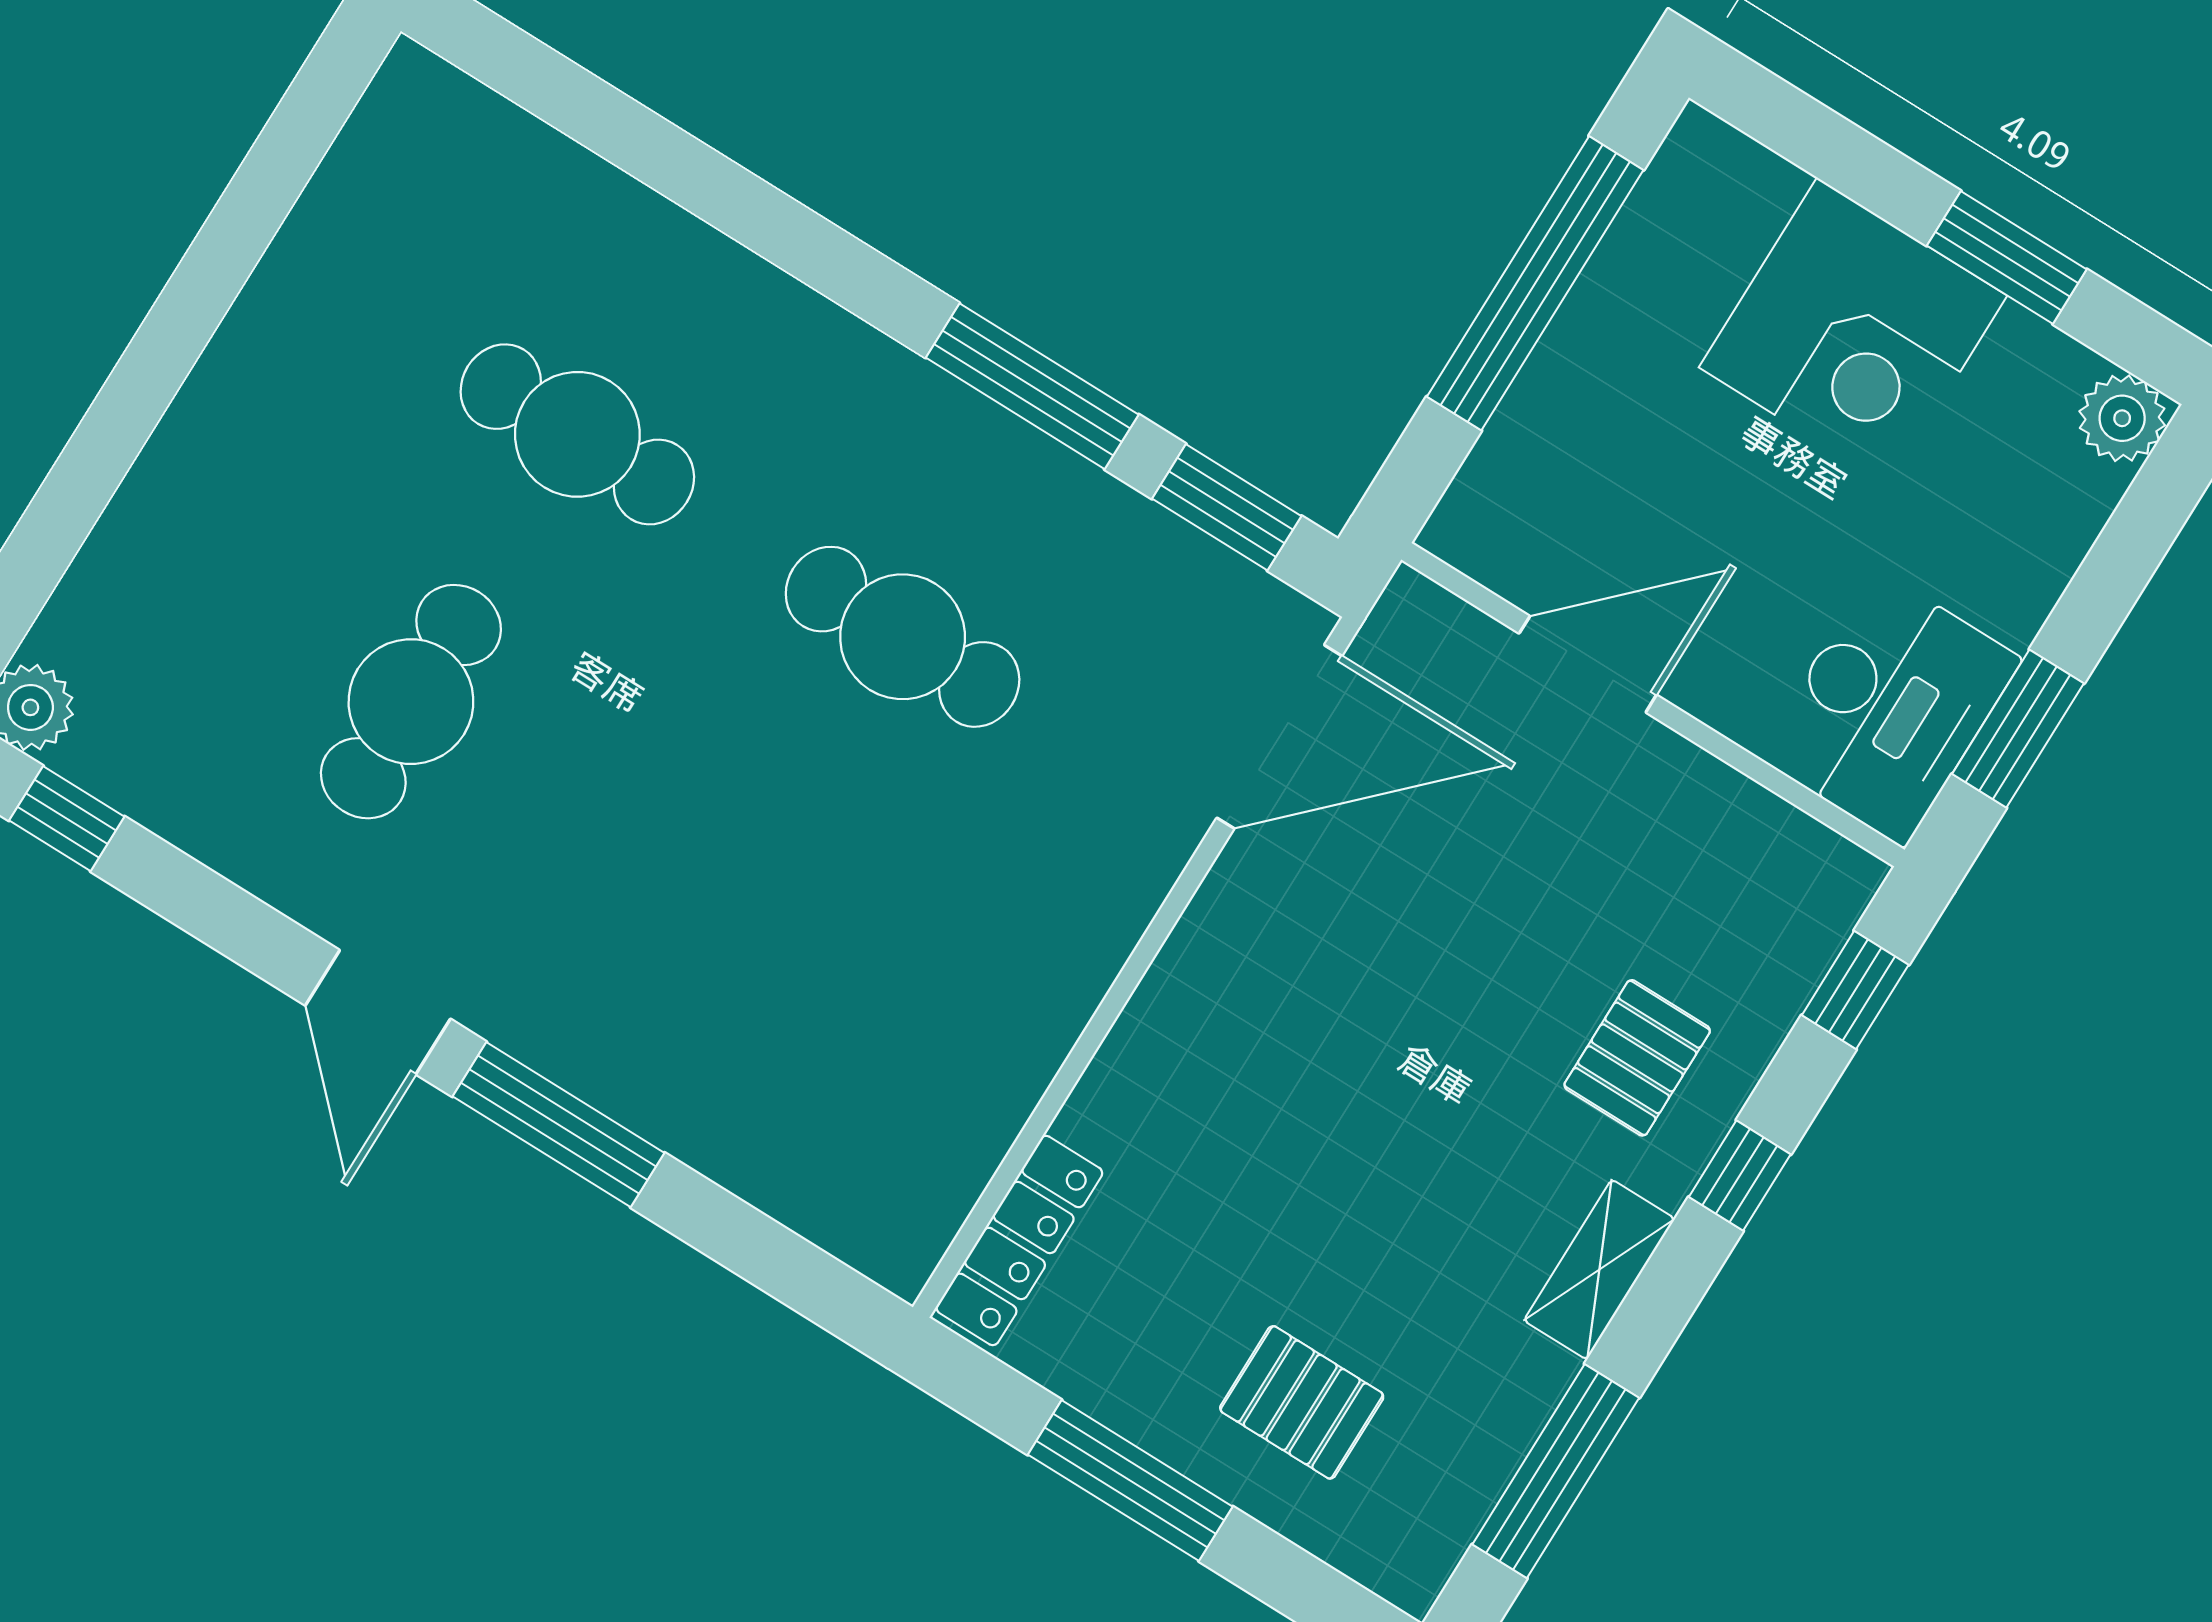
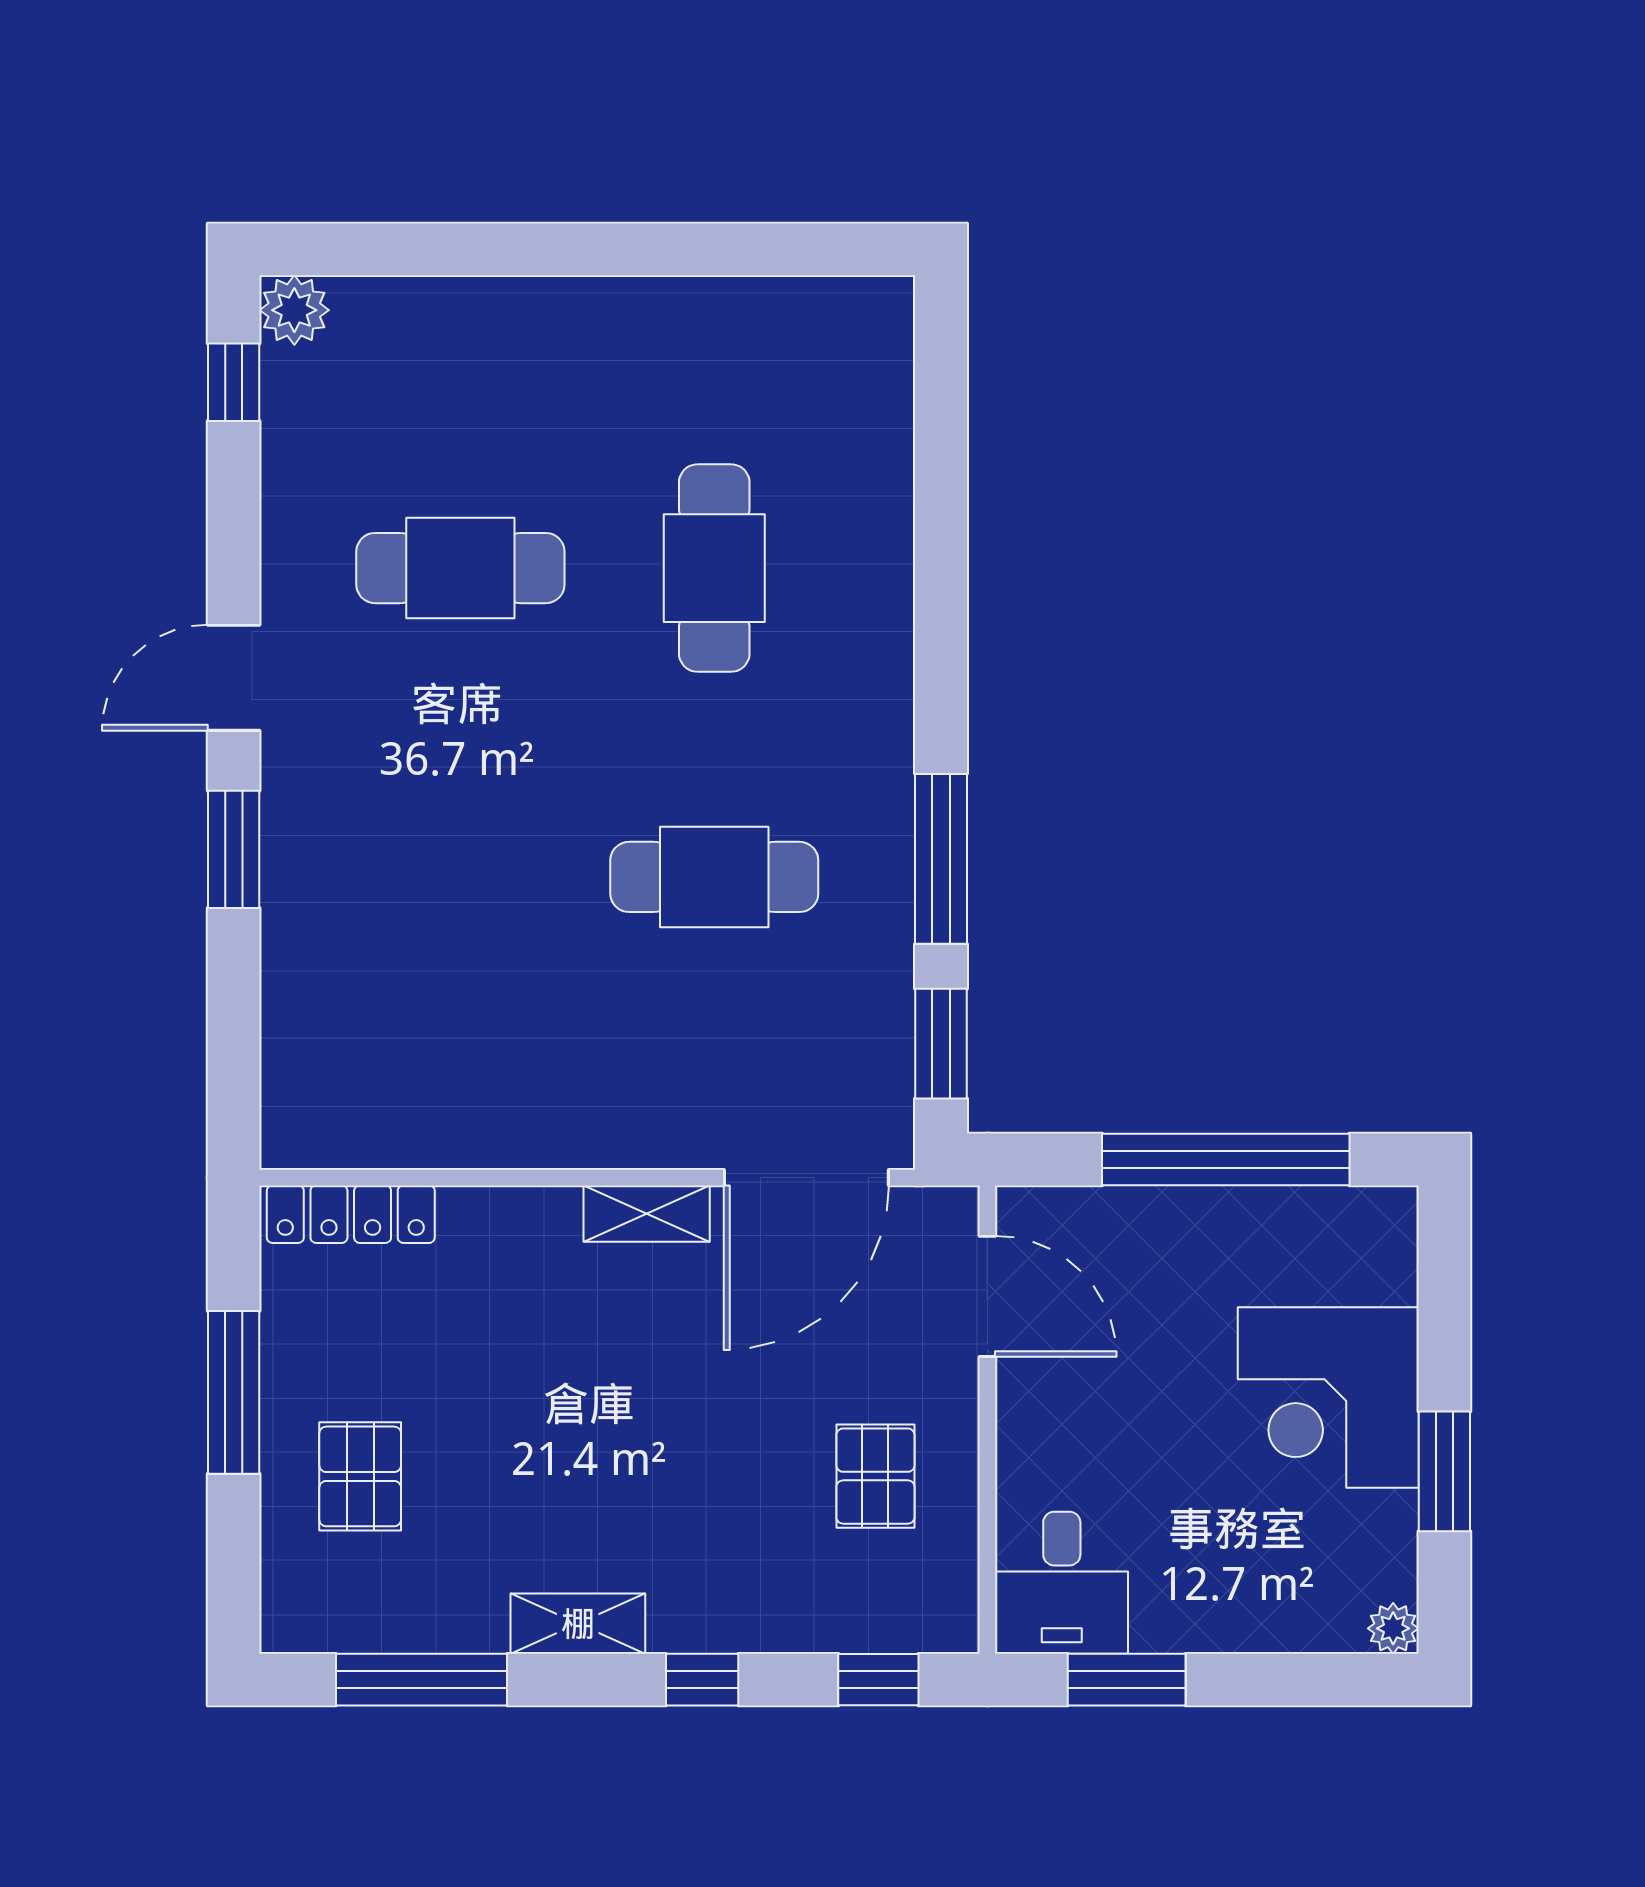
plant: (2122, 418) -> (1393, 1628), width x0.73, depth x0.73
cafe table: (903, 637) -> (714, 877), turned 90
door: (1588, 664) -> (987, 1296), moved
desk: (1889, 707) -> (1062, 1583), width x0.73
door: (1279, 737) -> (806, 1178), hinge flipped
shelving: (1213, 929) -> (647, 1214), added
pallet: (1637, 1058) -> (875, 1476), moved, turned 90
window: (559, 1125) -> (234, 849), width x0.69

